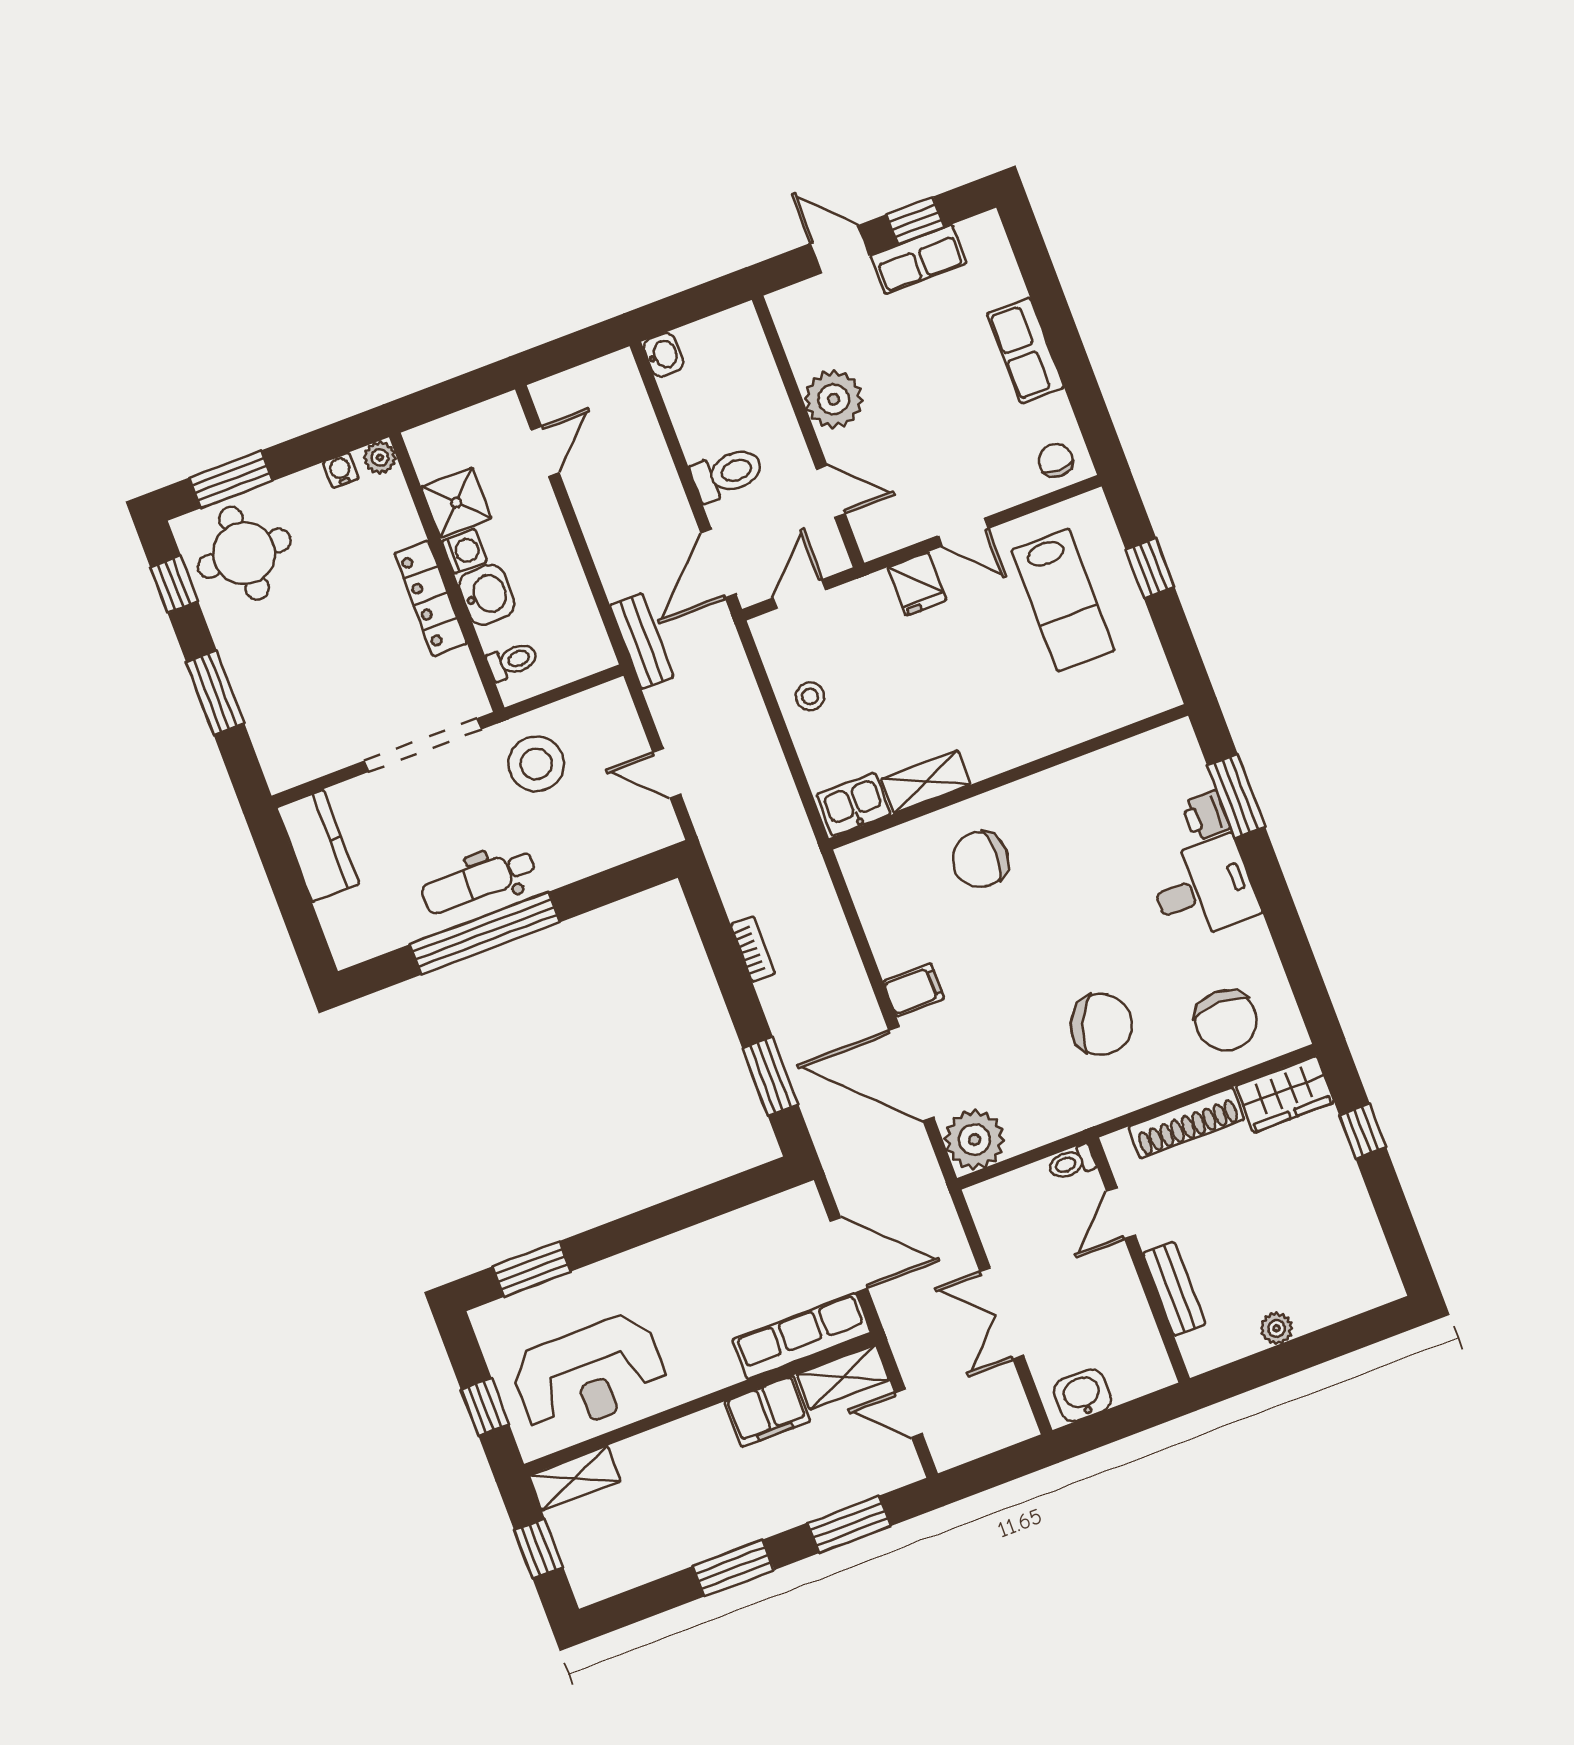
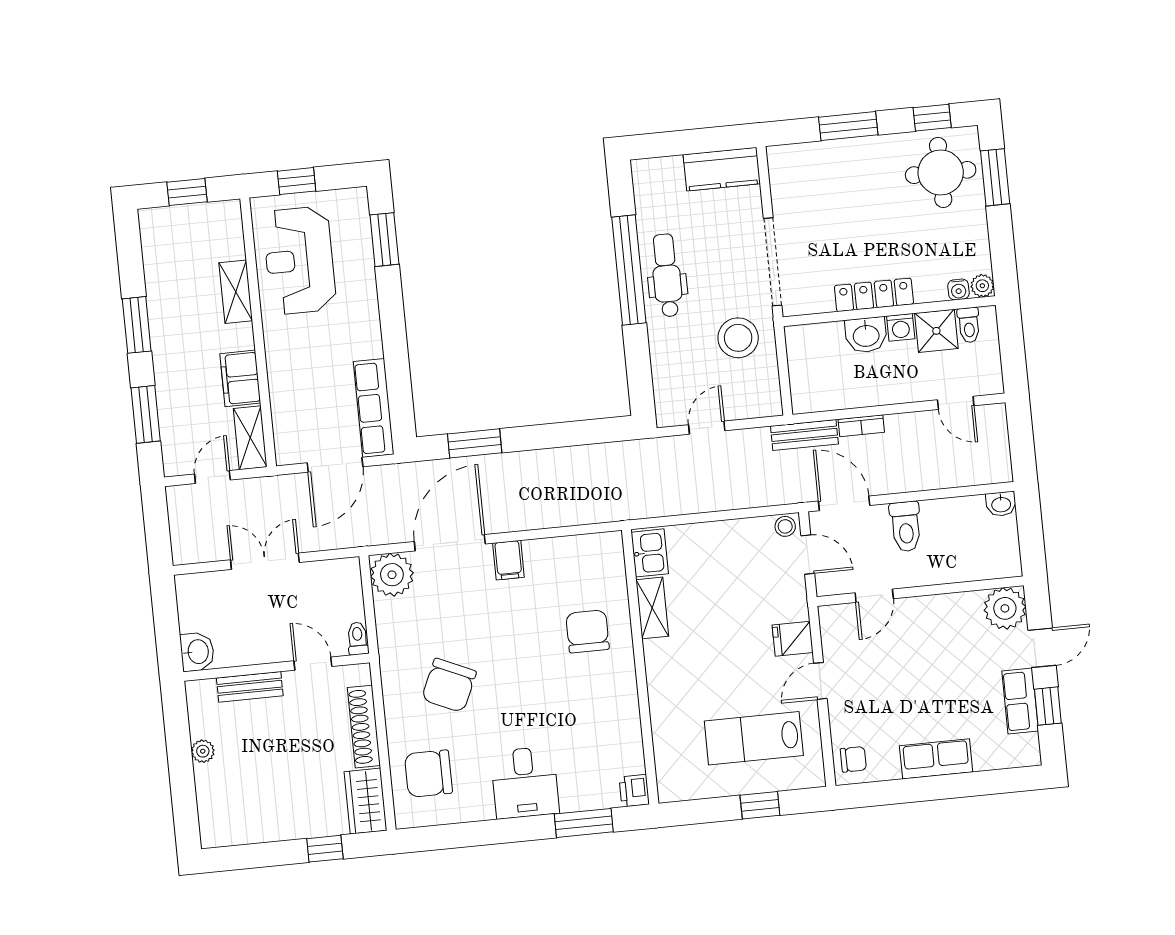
plant: (834, 399) -> (1005, 608), moved
water cooler: (341, 470) -> (958, 290), moved, turned 90
toilet: (512, 661) -> (969, 325), moved
stool: (810, 696) -> (785, 526), moved
printer: (1206, 816) -> (634, 791), moved, turned -90
bookcase: (753, 949) -> (861, 426), moved
row of seats: (802, 1336) -> (374, 408), moved, turned 180
washbasin: (1082, 1395) -> (197, 652), moved
shelving: (575, 1478) -> (236, 292), moved

